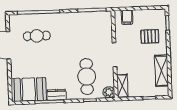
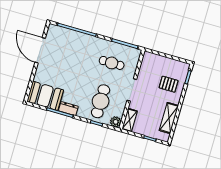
filing cabinet: (127, 17) -> (154, 60), removed
cafe table: (37, 36) -> (112, 63), moved

